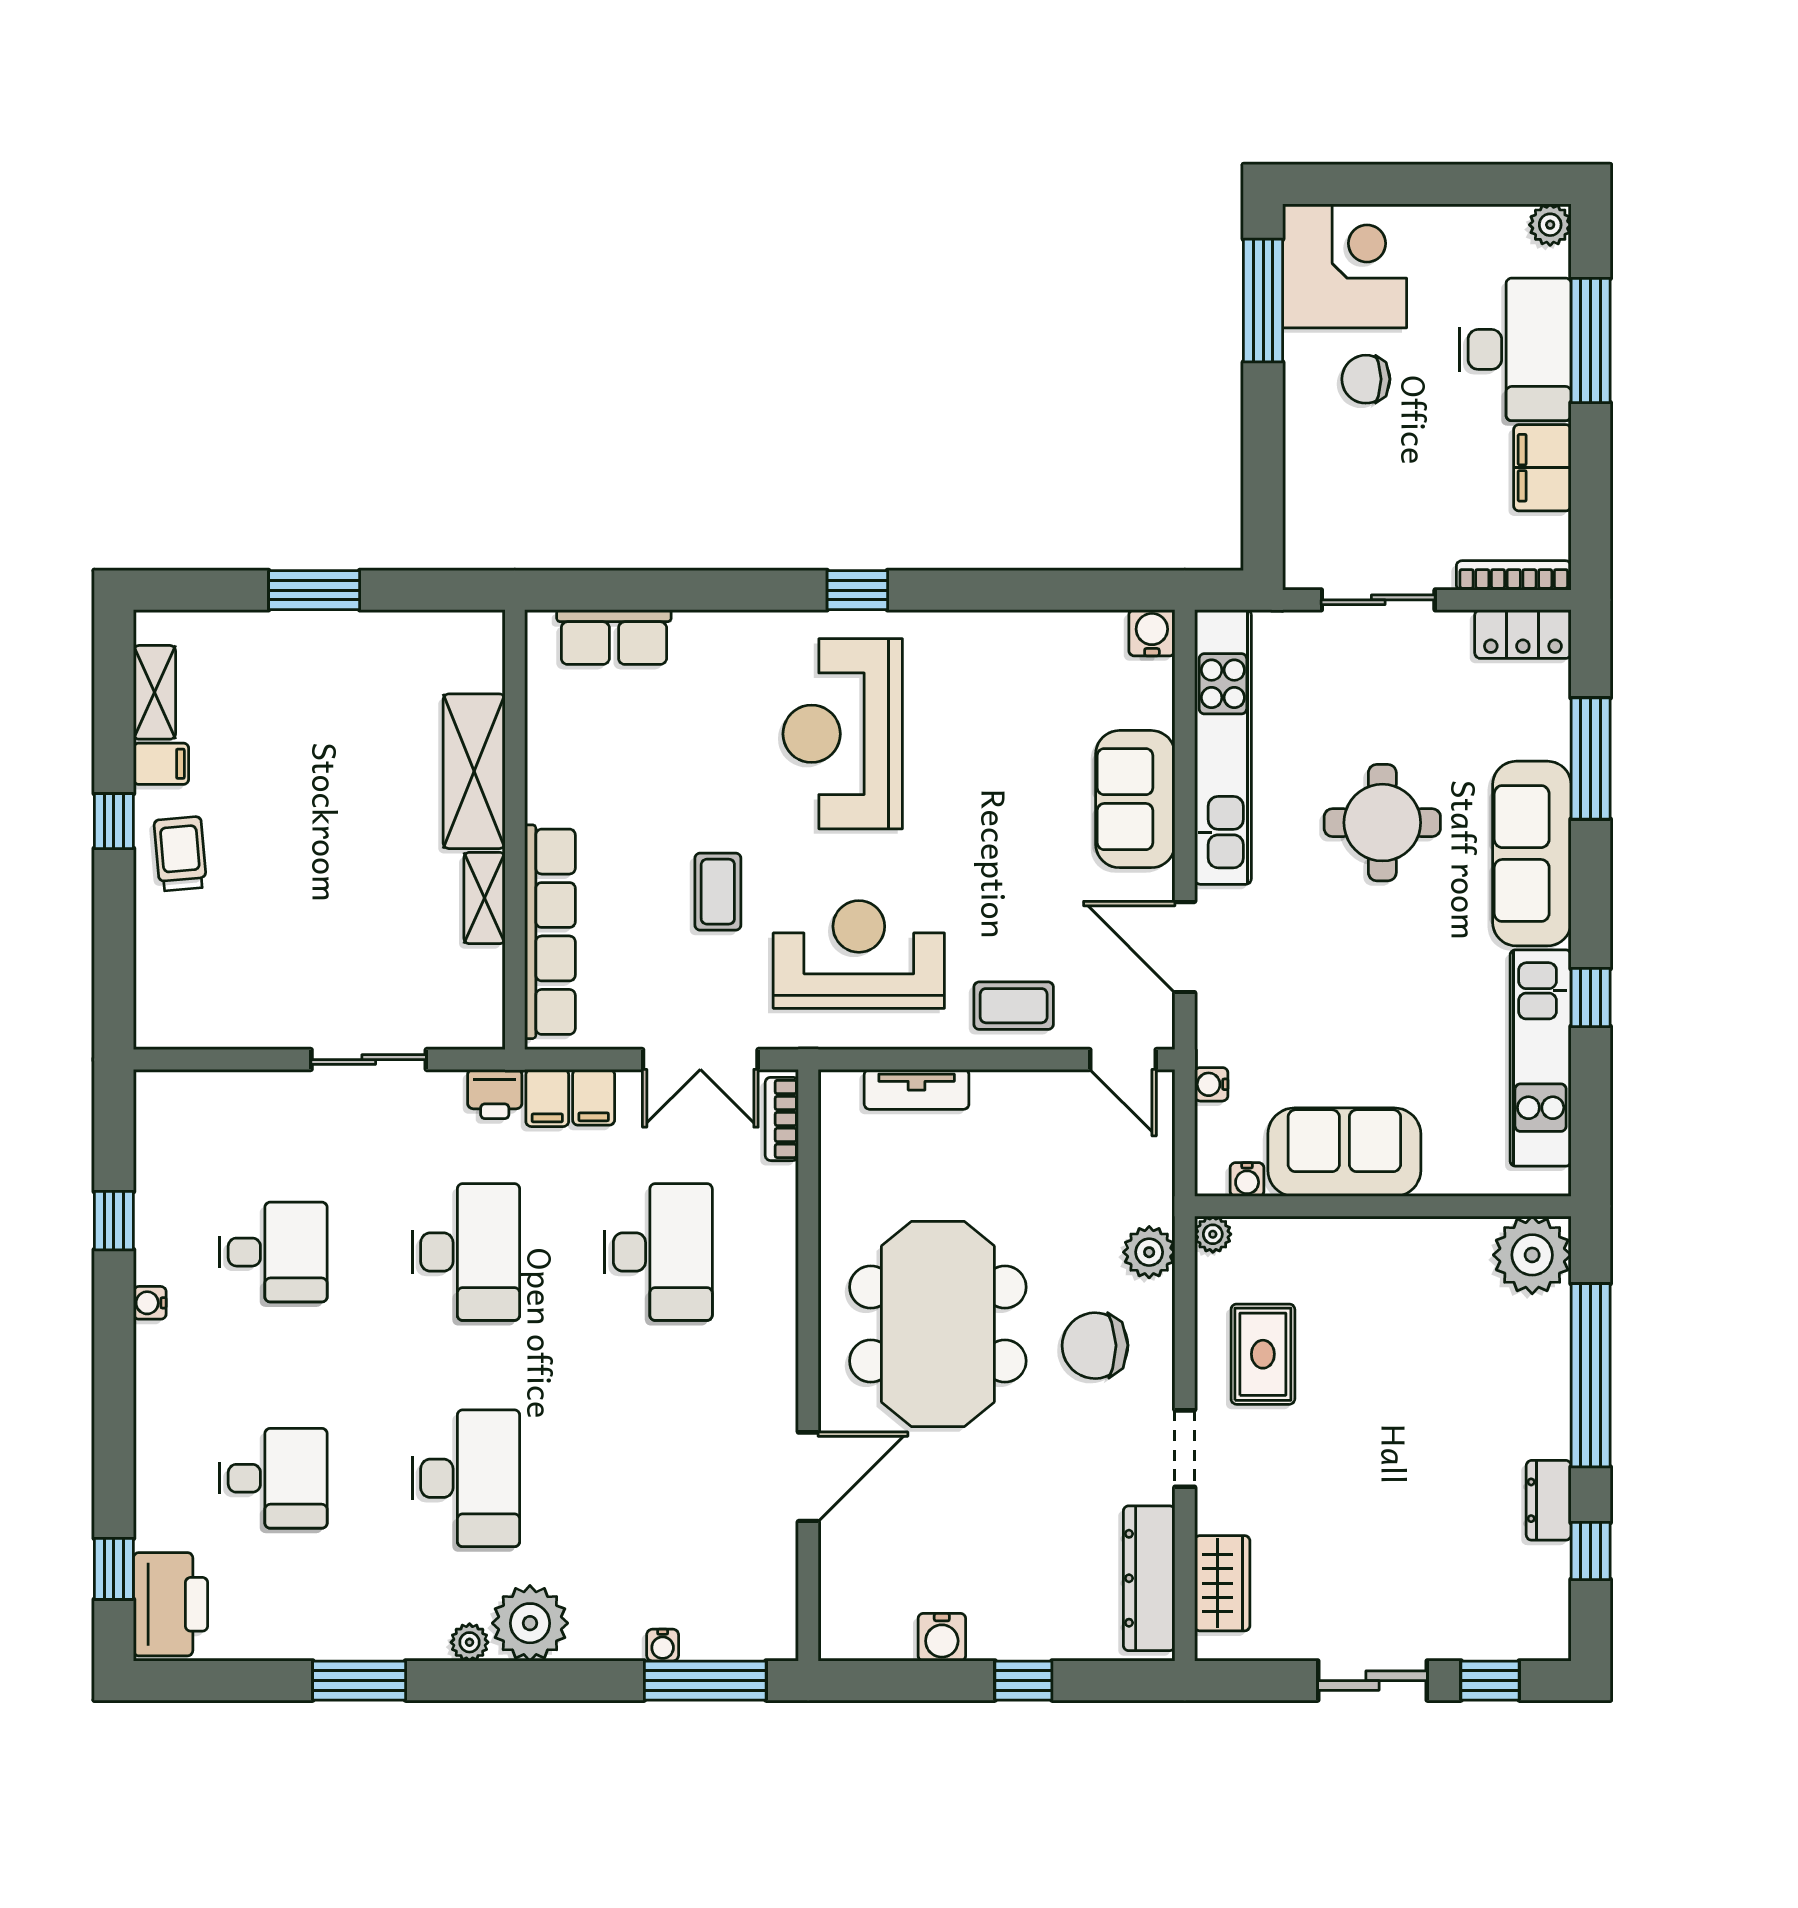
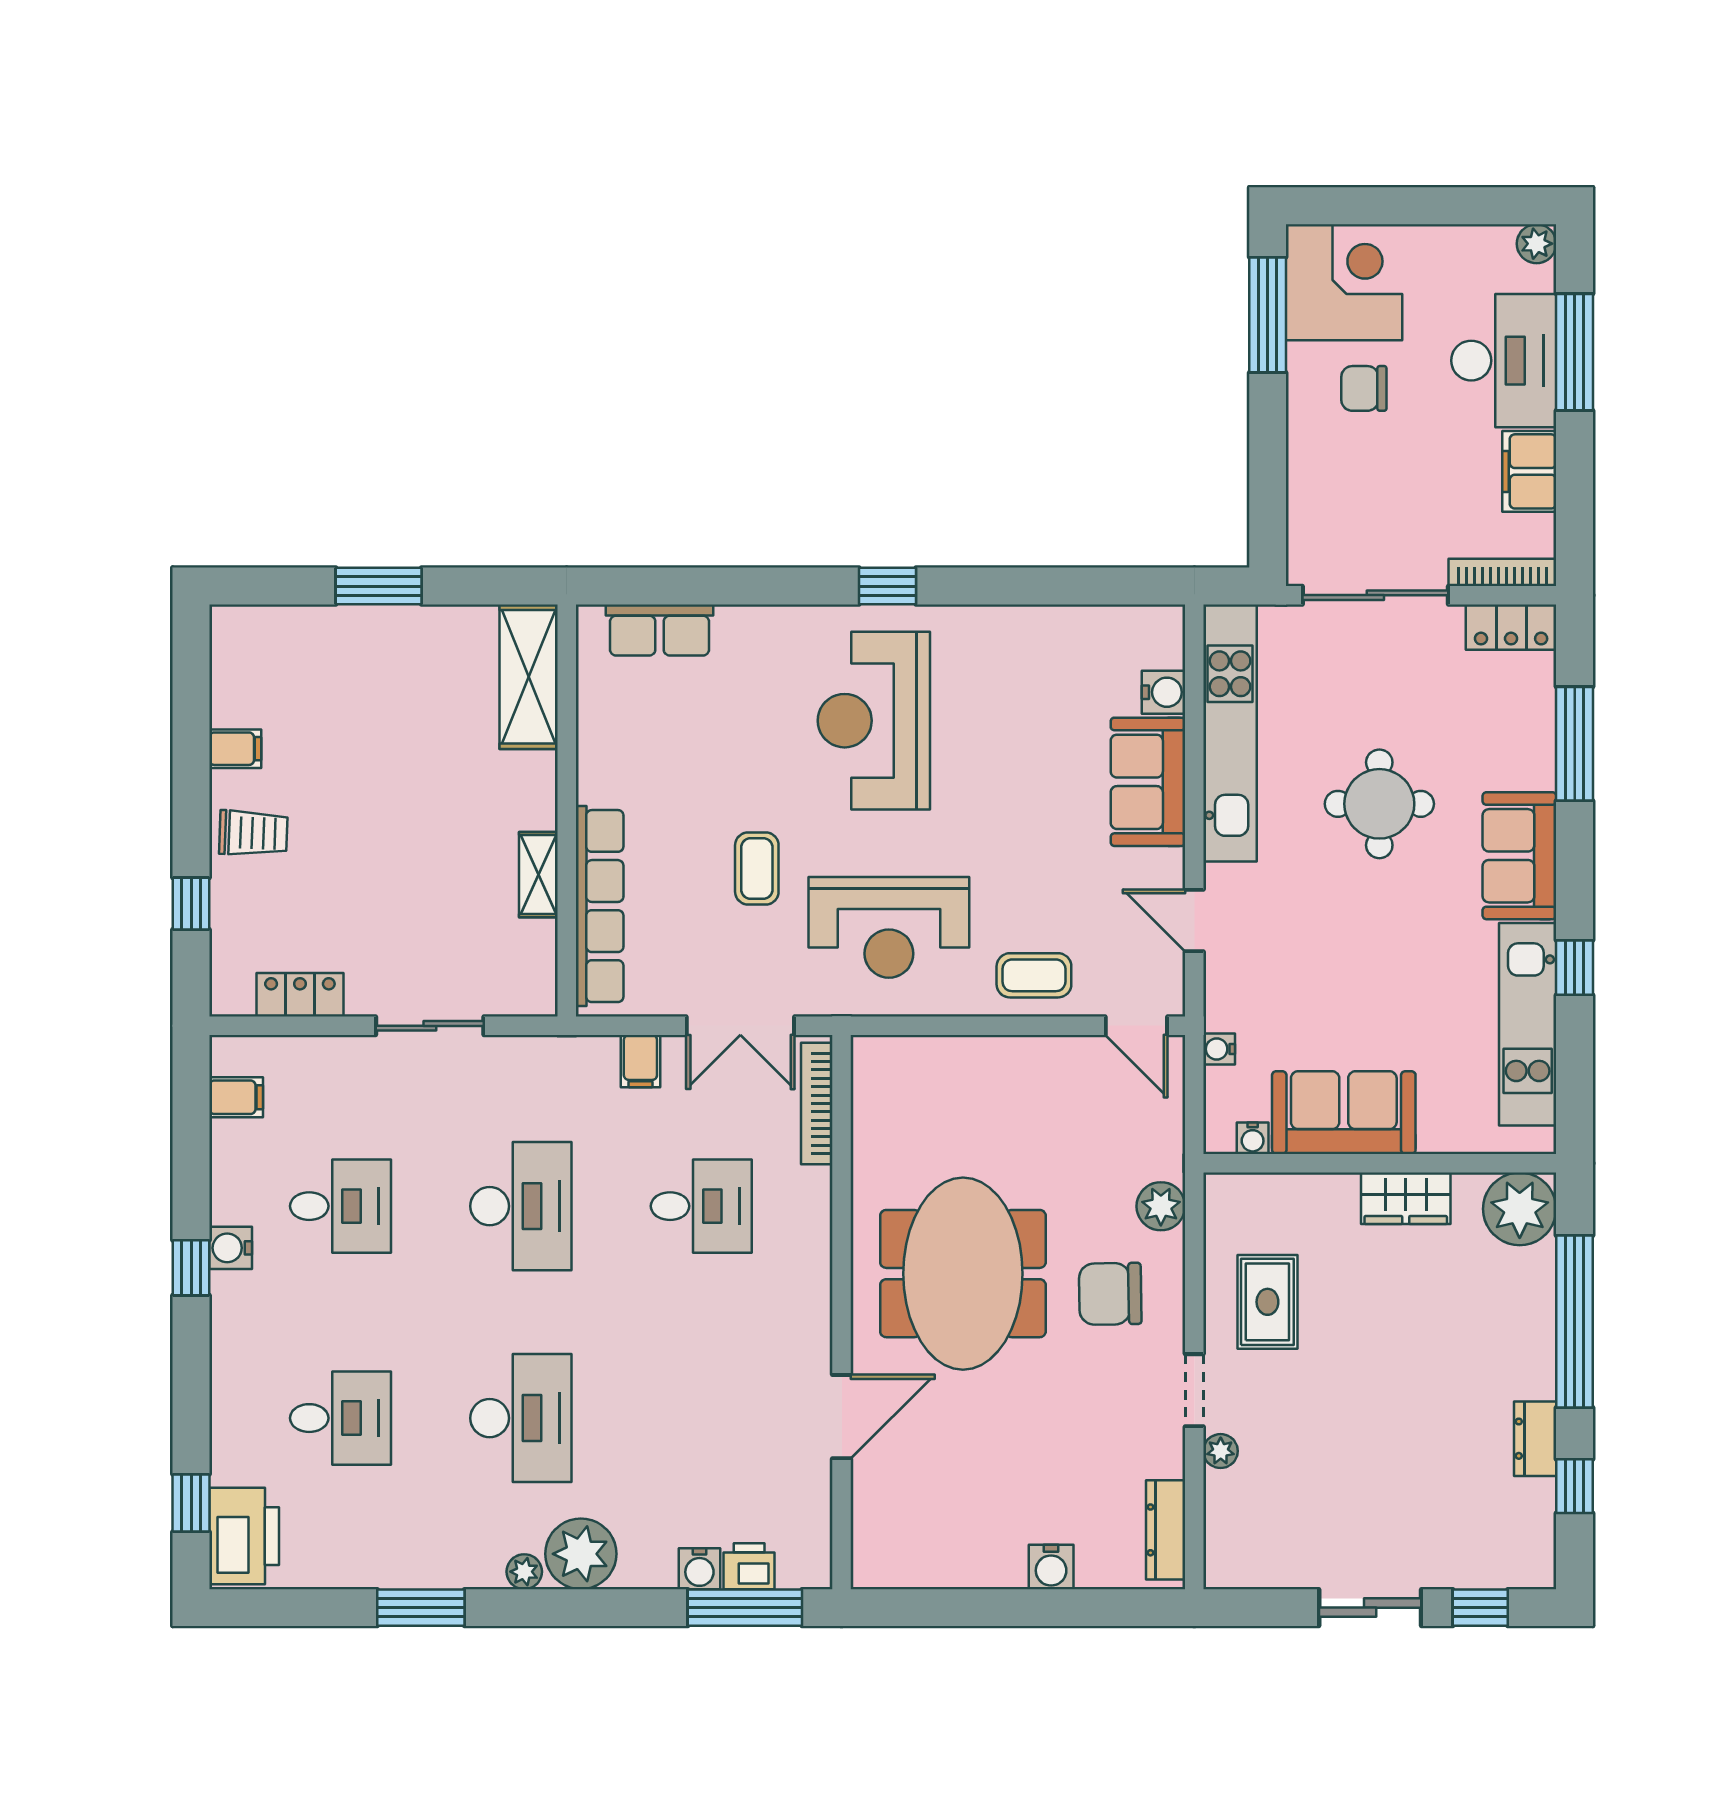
sliding door: (1378, 600) -> (1375, 595), width x1.37
water cooler: (1152, 633) -> (1163, 692), moved, turned 90
shelving: (154, 692) -> (229, 682), removed
shelving: (474, 771) -> (529, 677), moved
window: (114, 821) -> (191, 904), moved
trolley: (180, 854) -> (253, 833), turned 97
sofa: (1532, 854) -> (1519, 856), width x0.73
door: (1185, 947) -> (1194, 920), width x0.73
reception desk: (859, 954) -> (889, 927), turned 180
locker: (230, 1026) -> (300, 995), added
tv unit: (917, 1089) -> (943, 1054), removed
printer: (495, 1094) -> (749, 1566), moved, turned 180
filing cabinet: (547, 1098) -> (236, 1097), moved, turned -90
bookcase: (782, 1119) -> (817, 1103), width x1.56
window: (114, 1221) -> (191, 1268), moved
plant: (1213, 1234) -> (1221, 1451), moved
desk: (658, 1252) -> (701, 1206), width x0.73
water cooler: (150, 1303) -> (231, 1248), width x1.38, depth x1.38
dresser: (1149, 1578) -> (1166, 1530), width x0.73, depth x0.80
wardrobe: (1222, 1583) -> (1406, 1198), moved, turned 90
water cooler: (942, 1637) -> (1051, 1567), moved
water cooler: (663, 1645) -> (699, 1569), width x1.38, depth x1.38
window: (1023, 1681) -> (1043, 1608), removed

